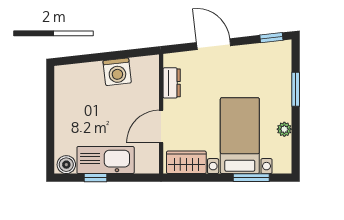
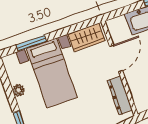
dresser: (172, 83) -> (120, 96), width x1.44

